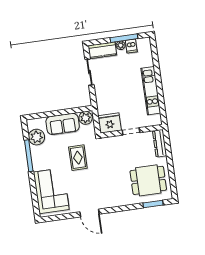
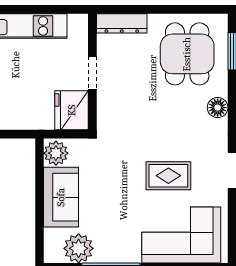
rug: (78, 158) -> (168, 176), moved
floor lamp: (122, 201) -> (218, 108), added

